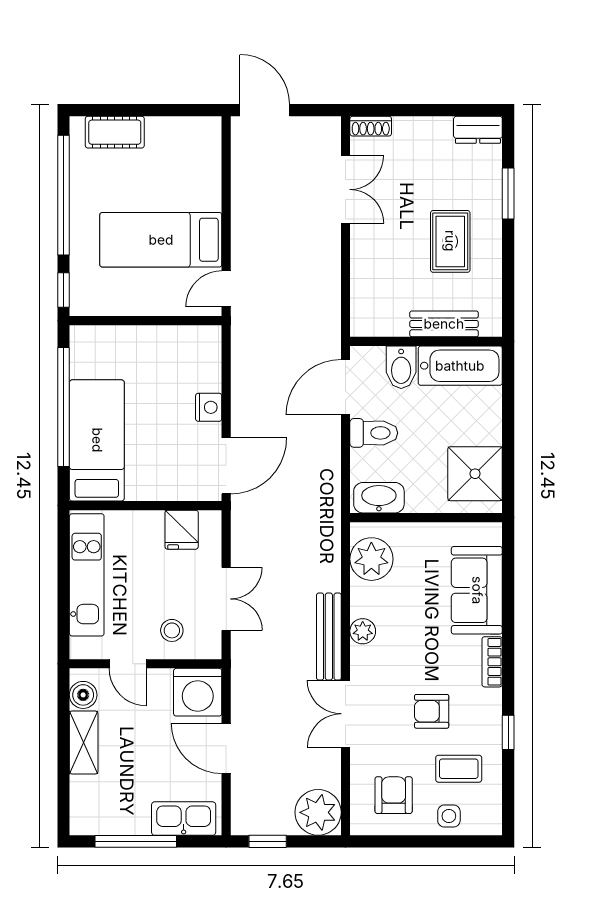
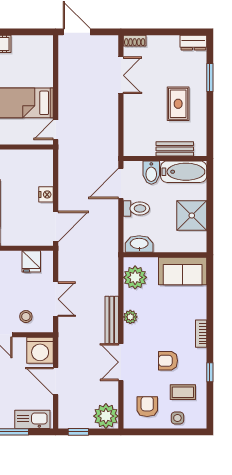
shower: (475, 474) -> (192, 216), moved
sofa: (477, 590) -> (183, 271), moved, turned -90

